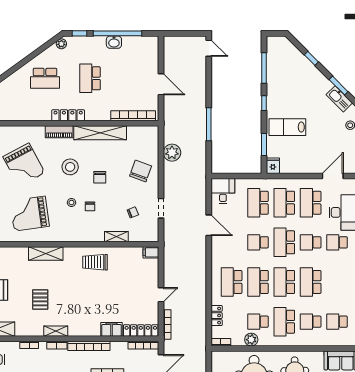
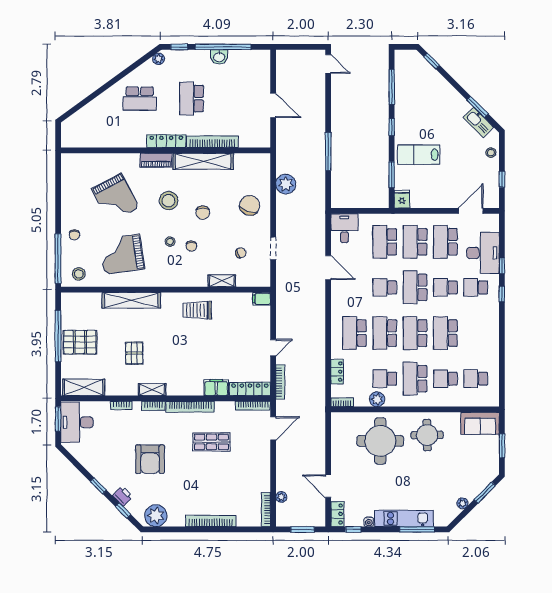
window: (311, 58) -> (432, 61), moved
bookcase: (133, 116) -> (212, 142), moved
shelving: (46, 253) -> (131, 300), width x1.47

